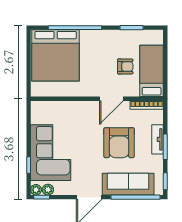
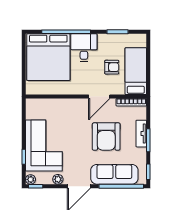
desk: (95, 45) -> (84, 48), added
plant: (48, 190) -> (58, 179), moved

